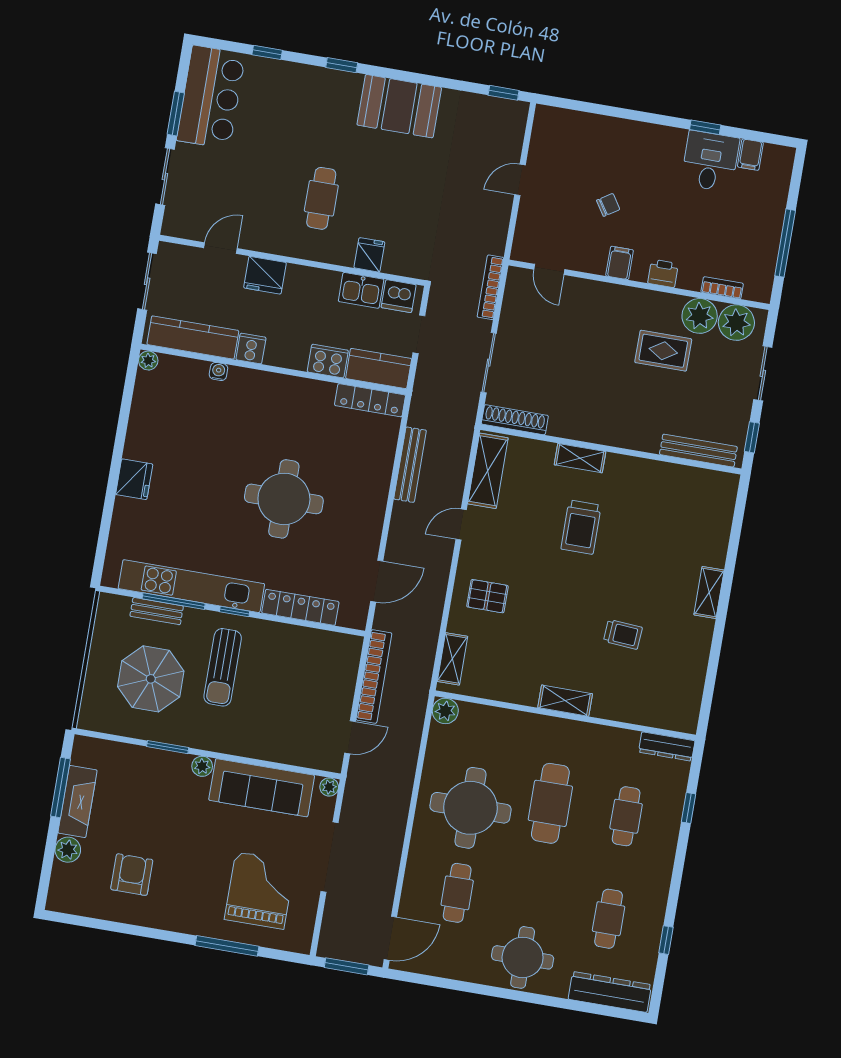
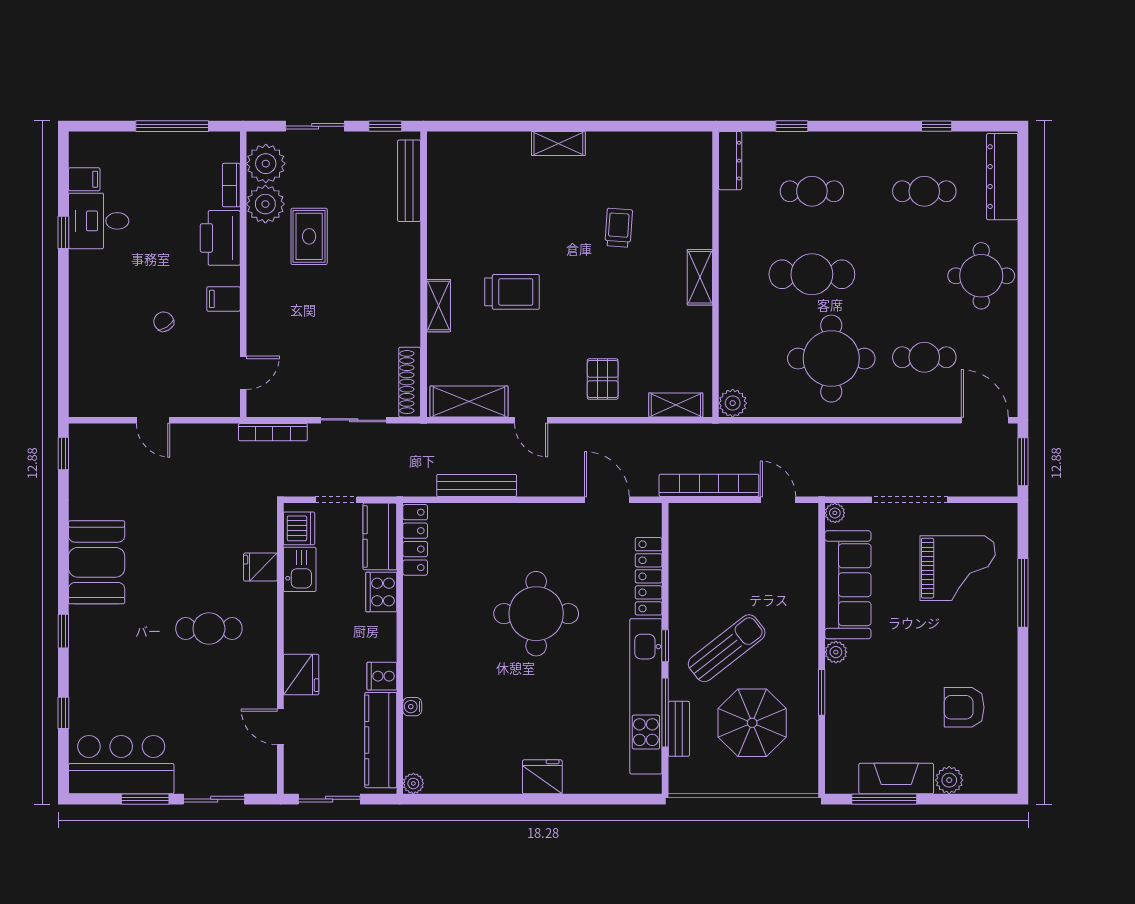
printer: (663, 273) -> (220, 238), width x1.87, depth x1.48
sun lounger: (223, 667) -> (727, 648), turned -38
grand piano: (260, 890) -> (958, 568), turned 180

